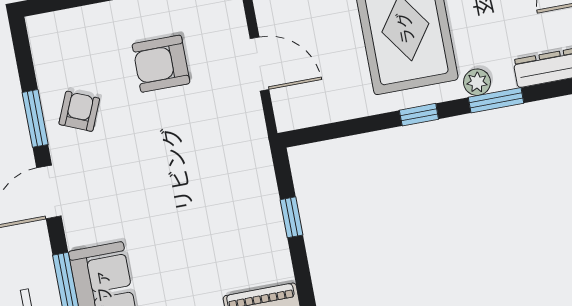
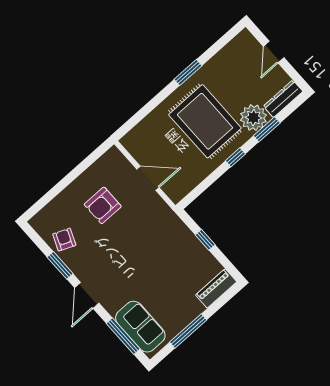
plant: (477, 82) -> (253, 118), width x1.88, depth x1.88
armchair: (79, 111) -> (64, 240), moved

